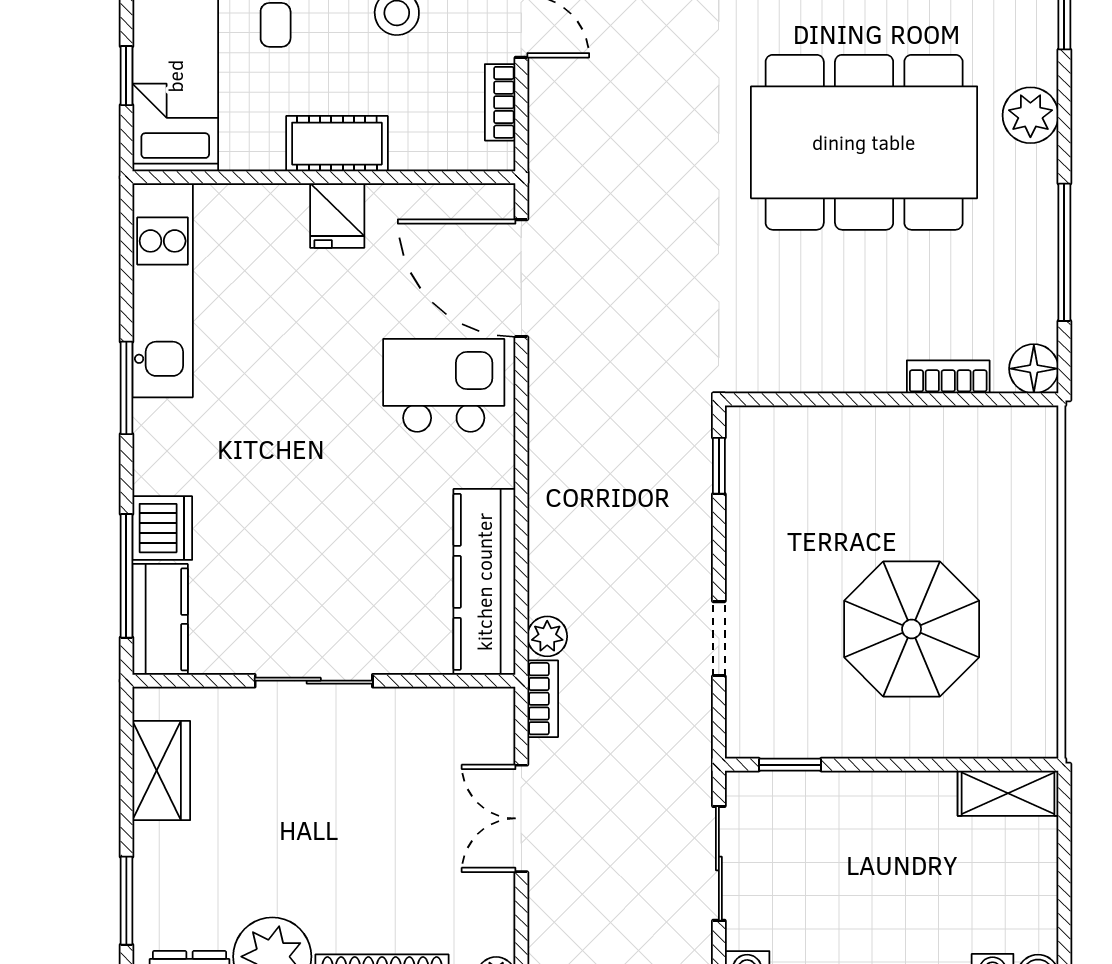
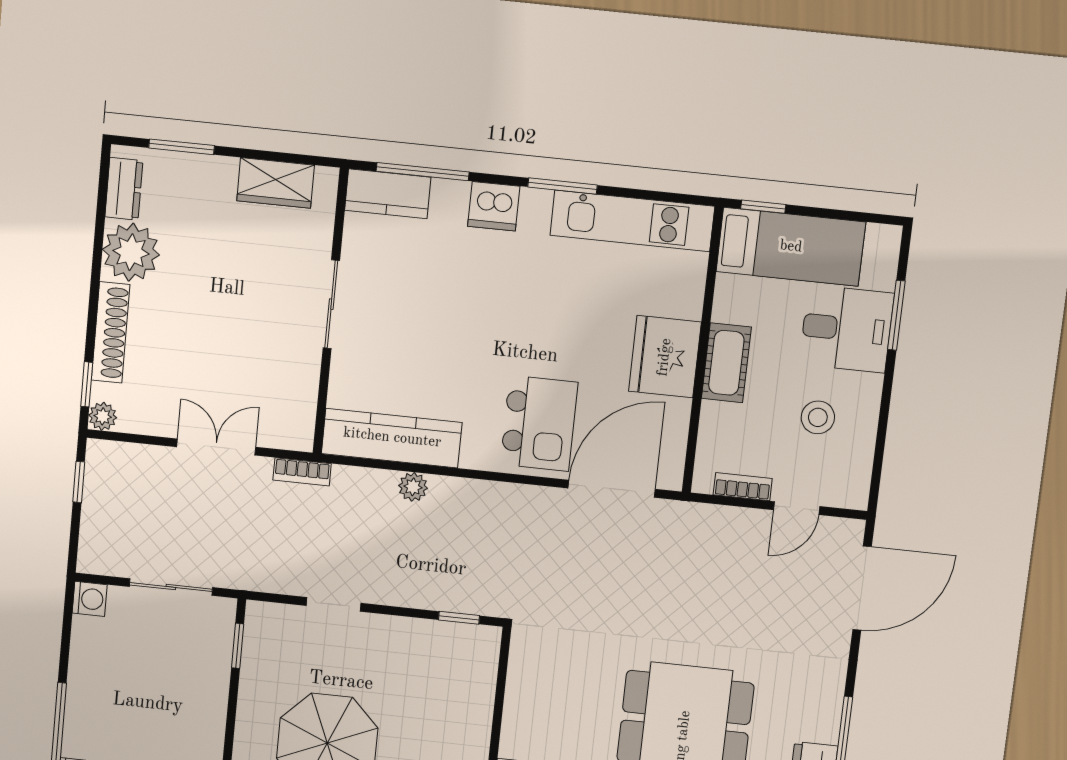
window: (126, 76) -> (763, 207), moved
fridge: (337, 215) -> (665, 357), width x1.88, depth x1.34
dishwasher: (162, 528) -> (494, 206), moved
plant: (547, 636) -> (413, 487), moved

